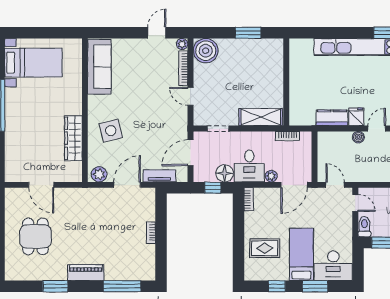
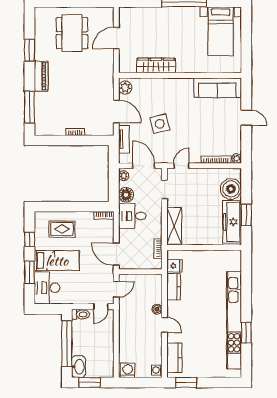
door: (157, 33) -> (246, 118), moved
freezer: (256, 49) -> (232, 222), added
boiler: (206, 51) -> (231, 189), moved
door: (191, 96) -> (181, 166), moved
fridge: (356, 117) -> (174, 266), moved
side table: (111, 131) -> (160, 124), moved
plant: (271, 176) -> (124, 176), moved
window: (213, 188) -> (114, 185), removed
dining table: (35, 236) -> (72, 33), width x1.38
rug: (265, 248) -> (62, 229), turned 90

